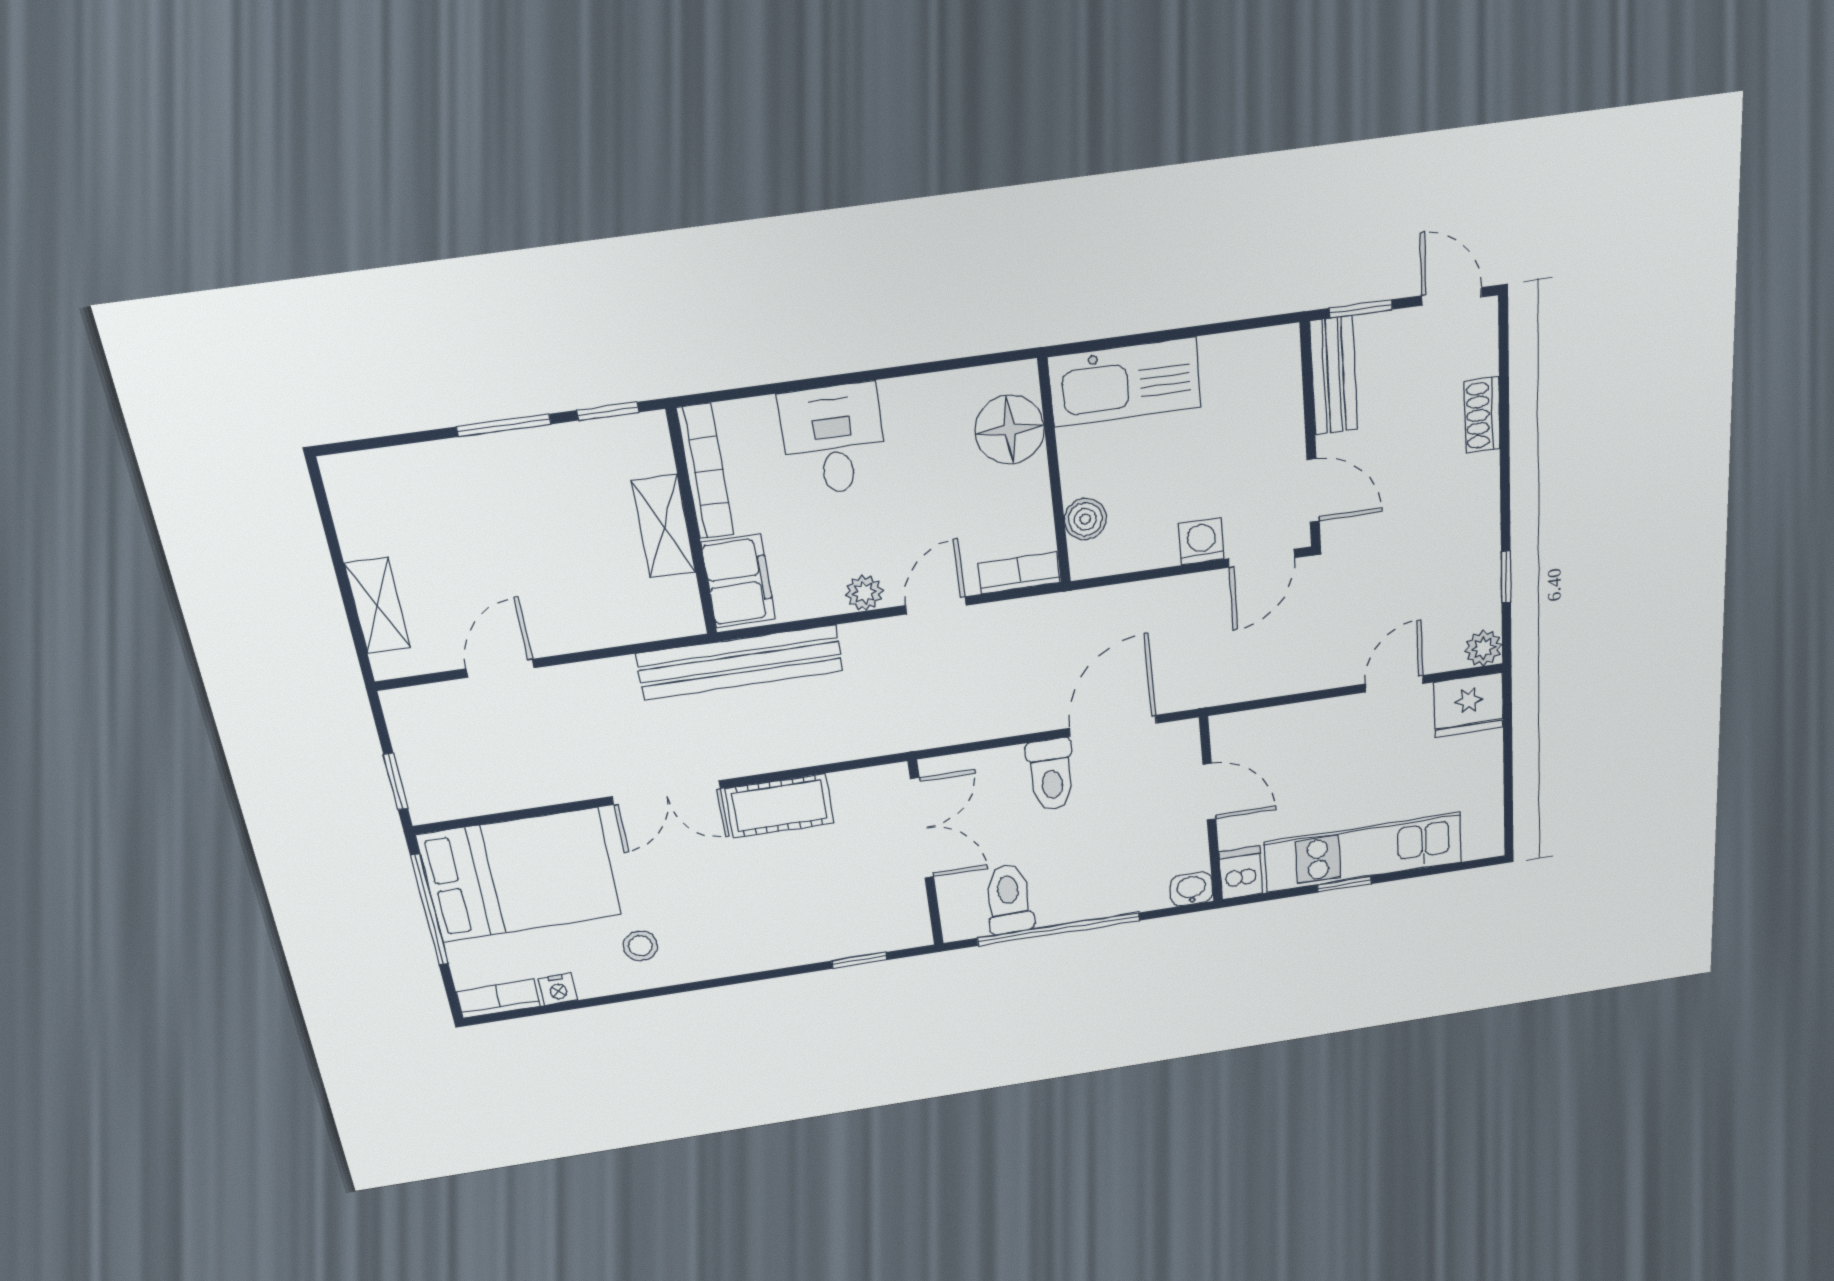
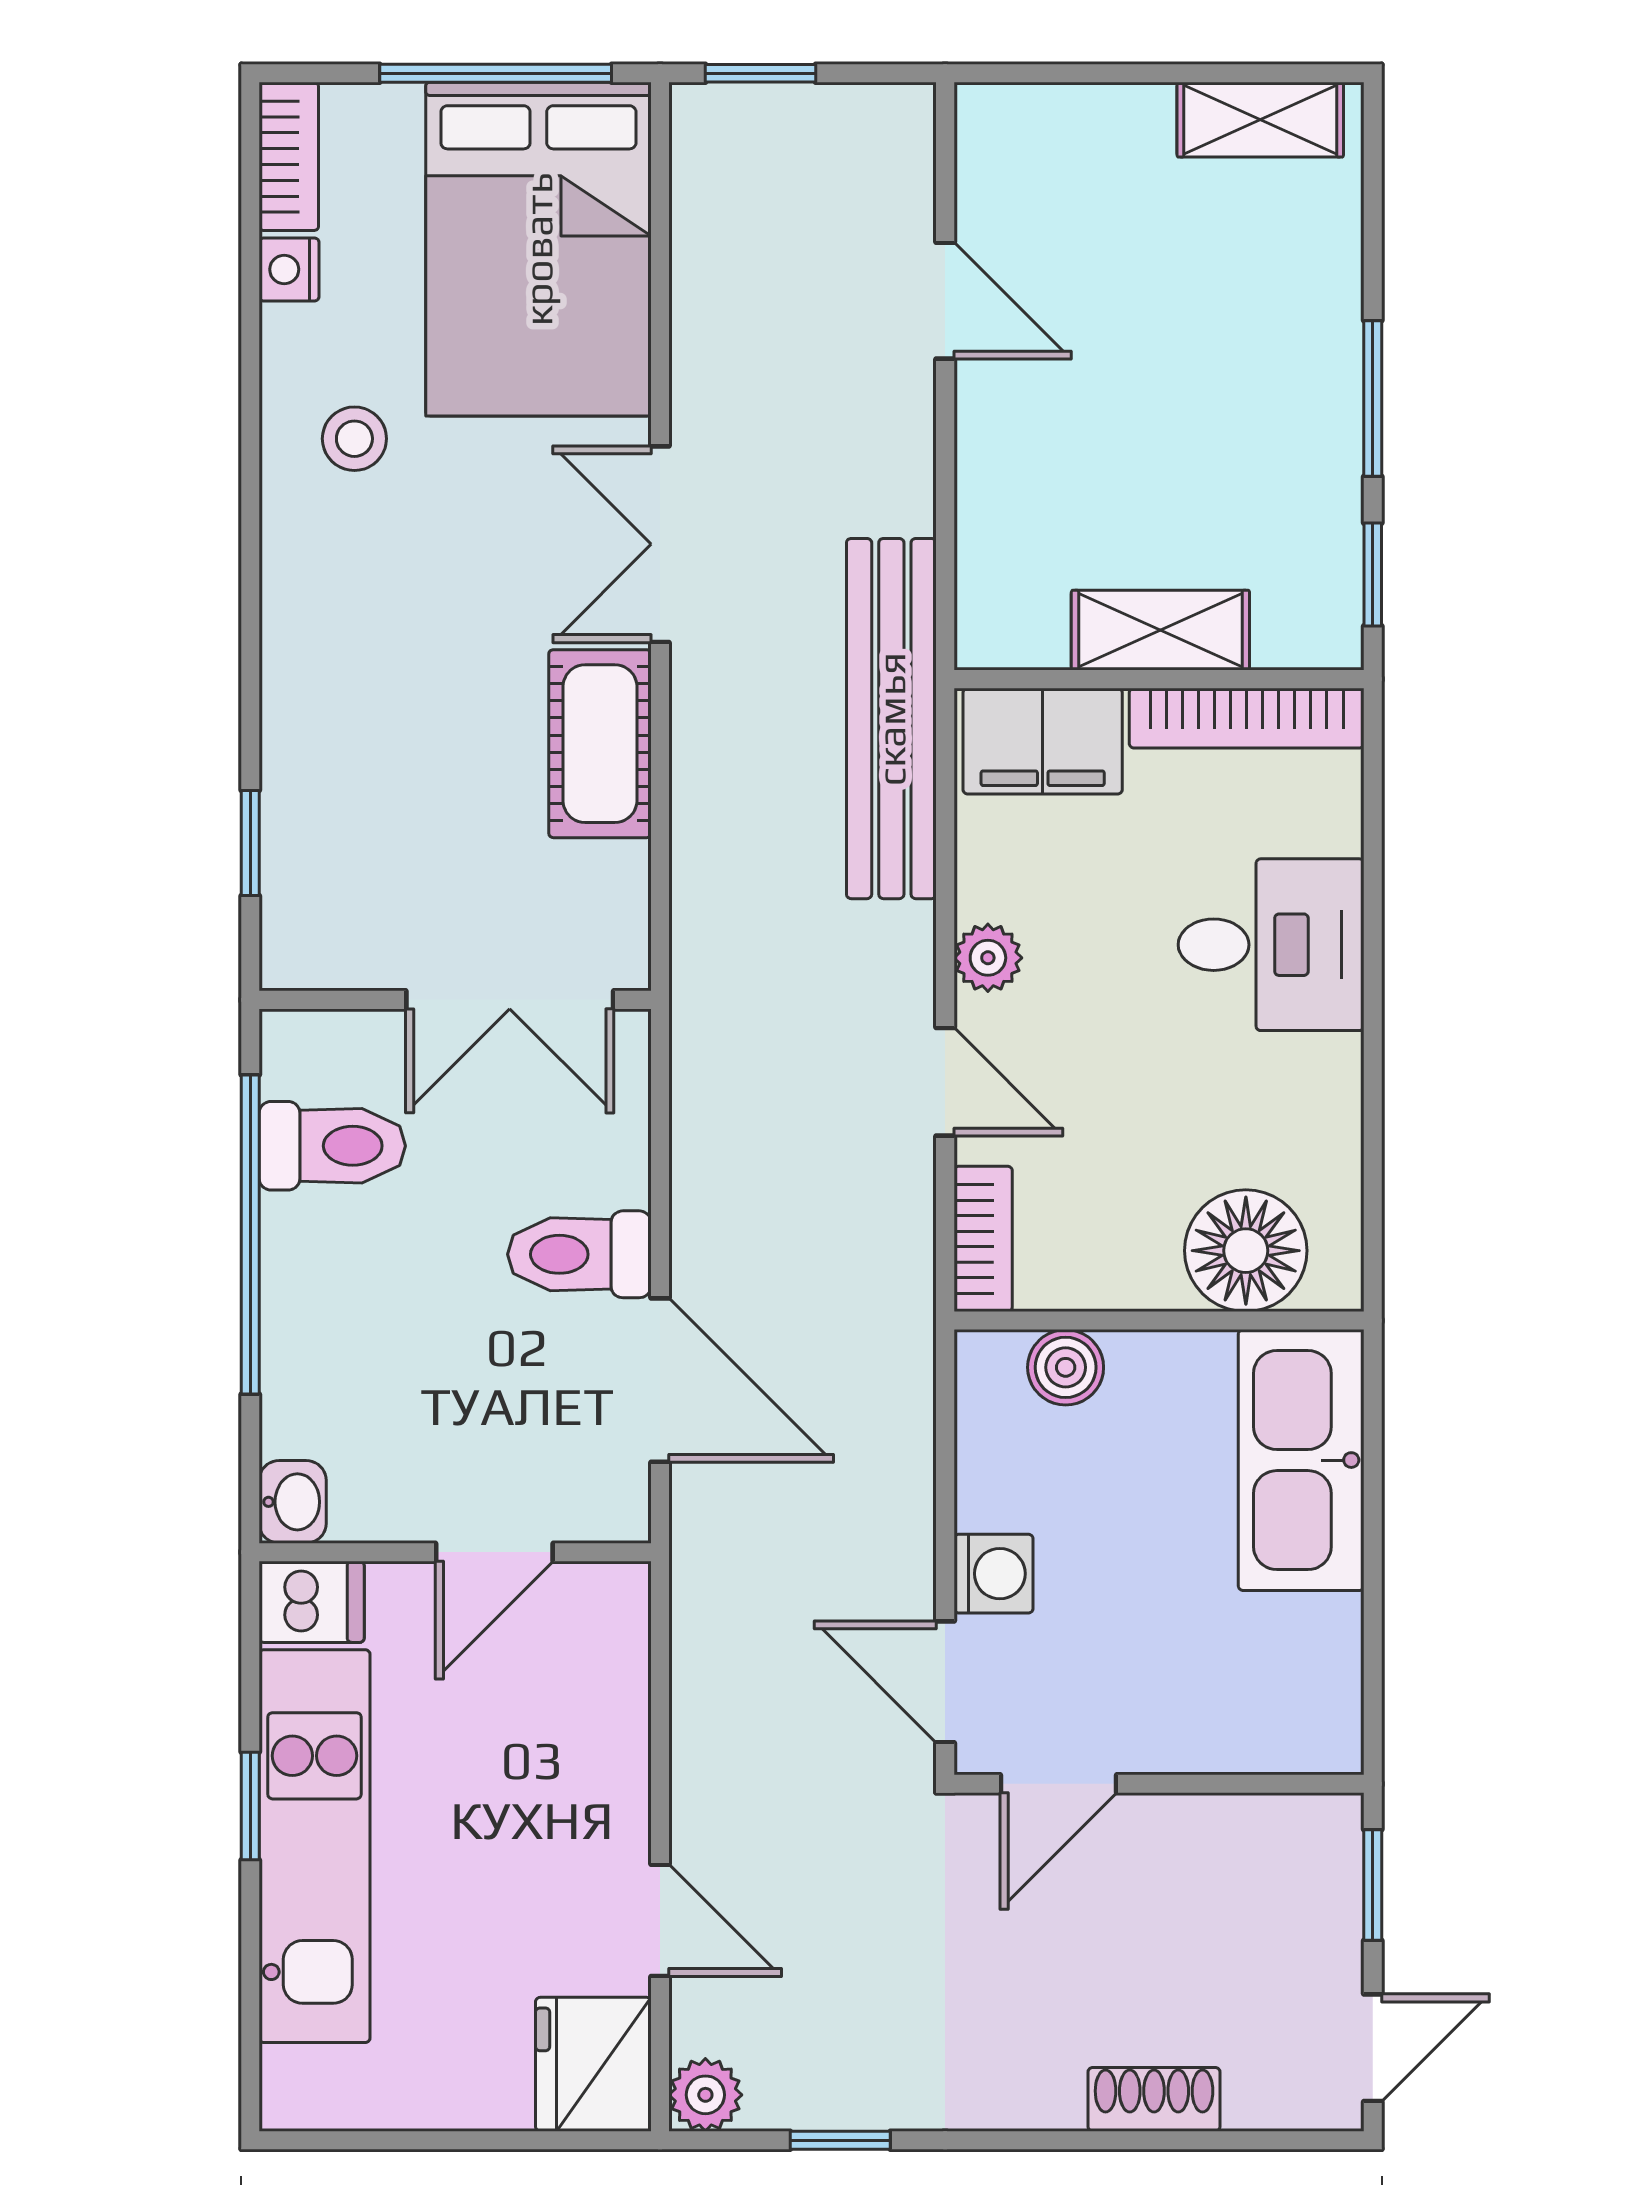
bench: (1334, 376) -> (1262, 1832), removed
shelving: (377, 606) -> (1260, 120), moved

